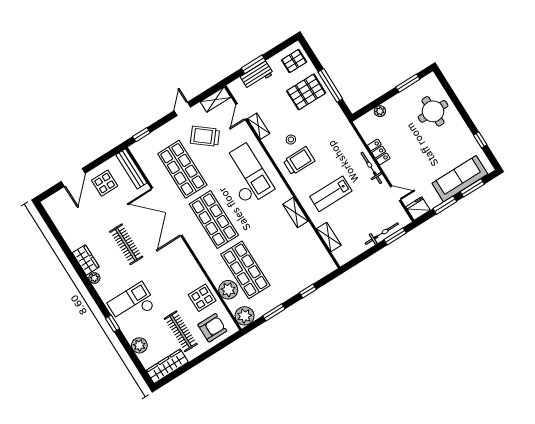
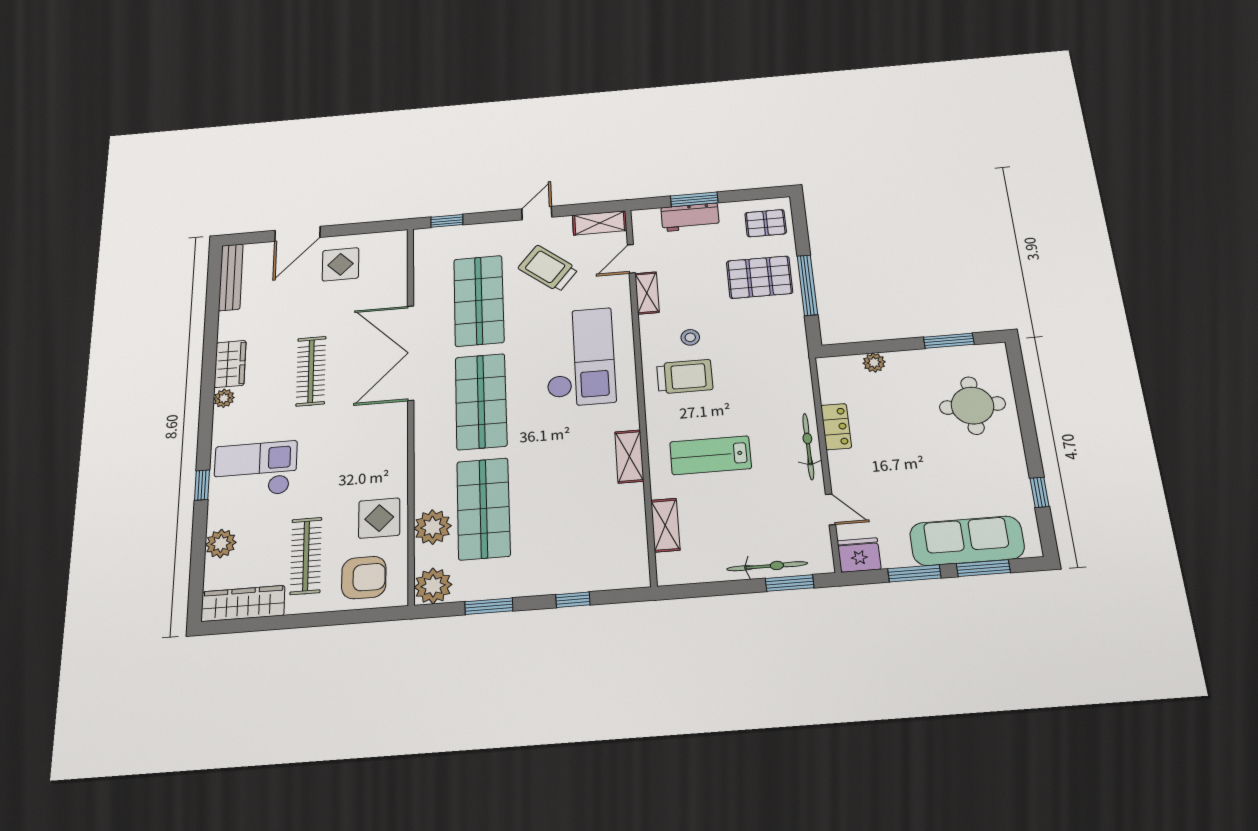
bench: (131, 169) -> (231, 277), moved

